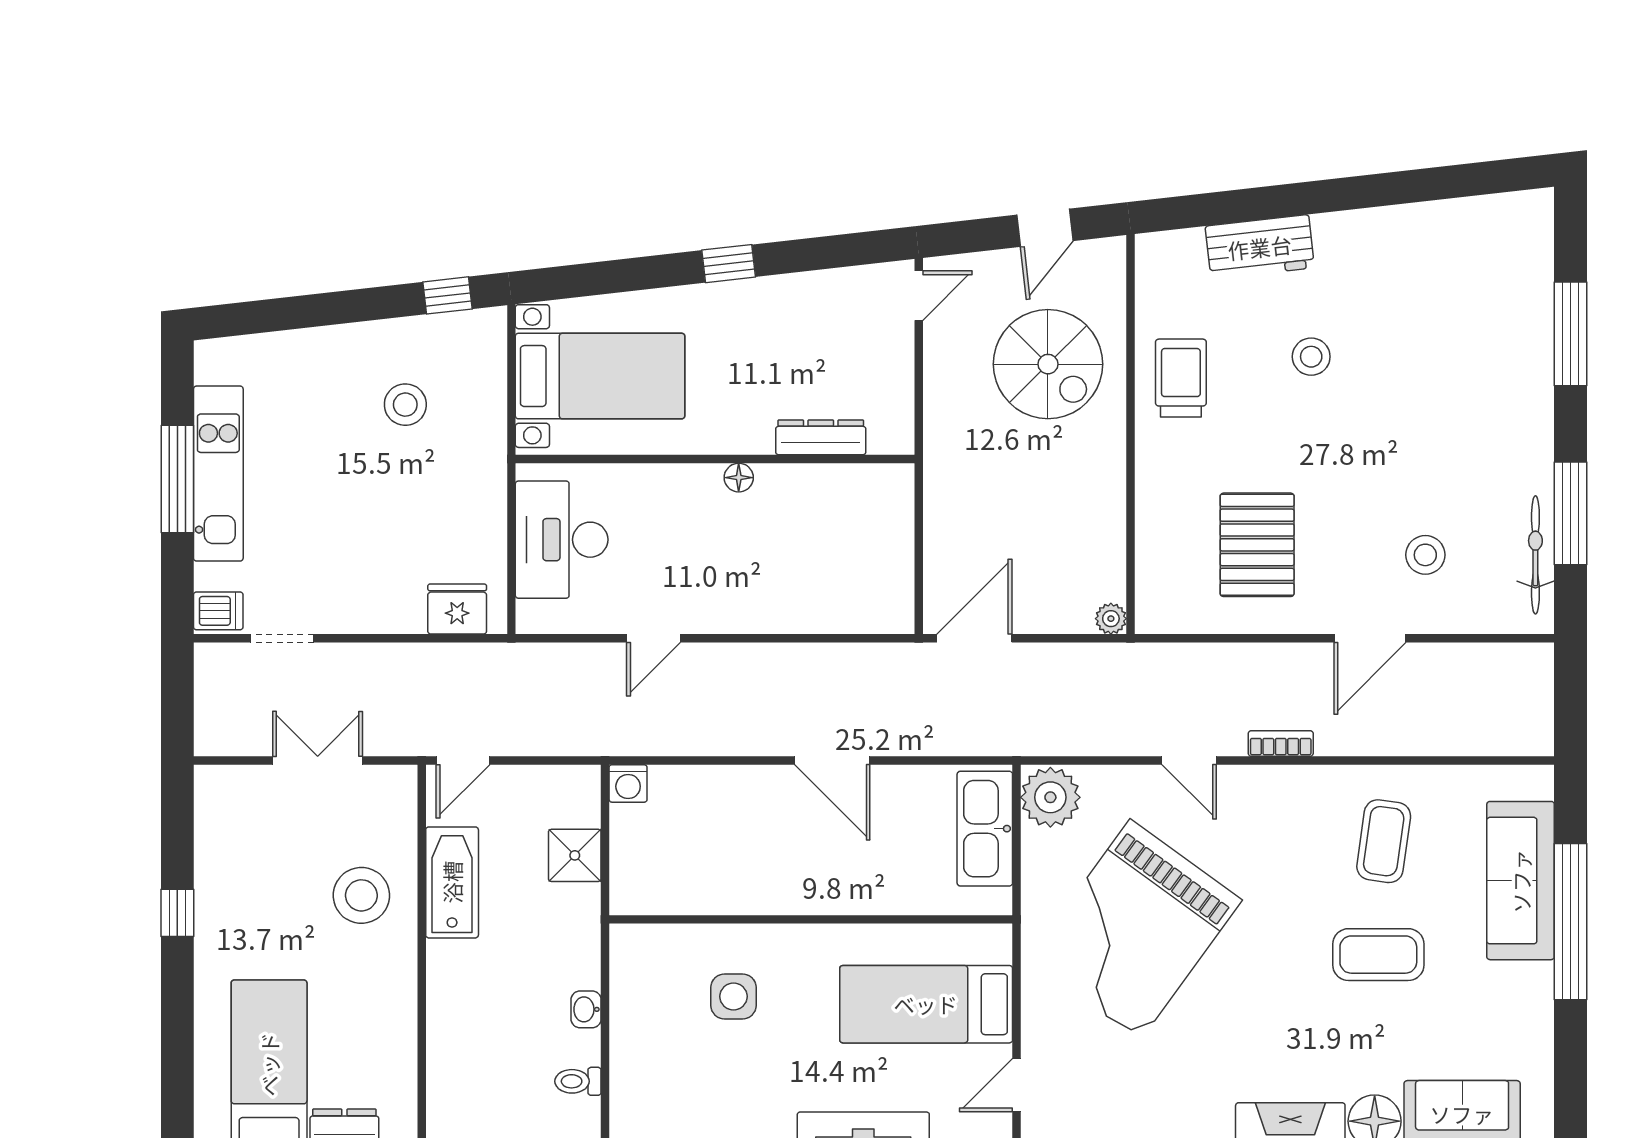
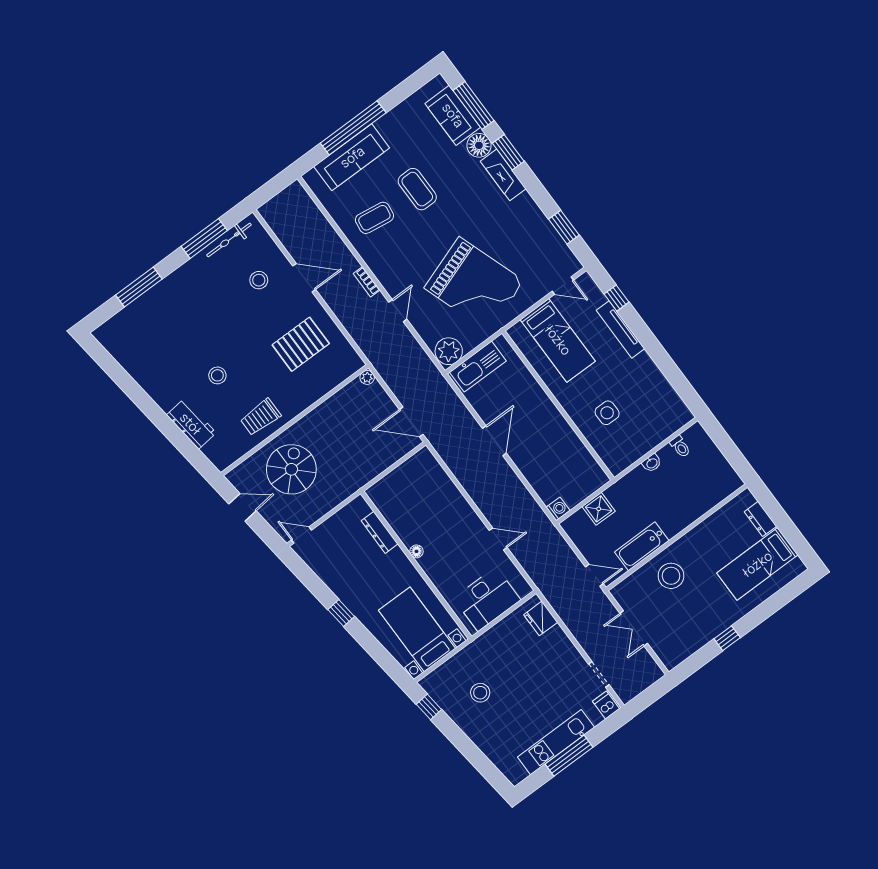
grand piano: (1135, 930) -> (474, 284), turned 35

